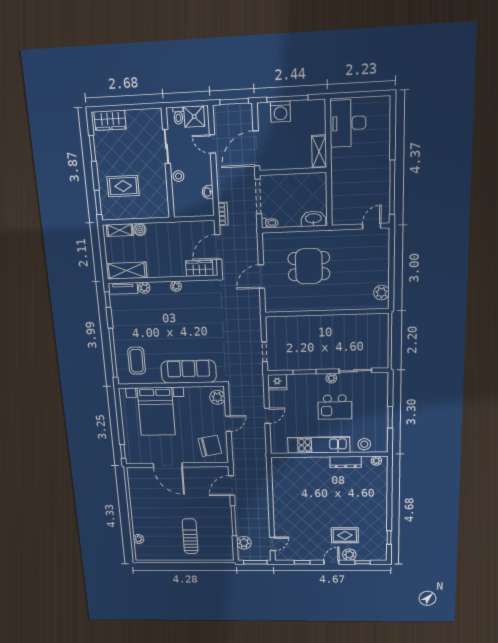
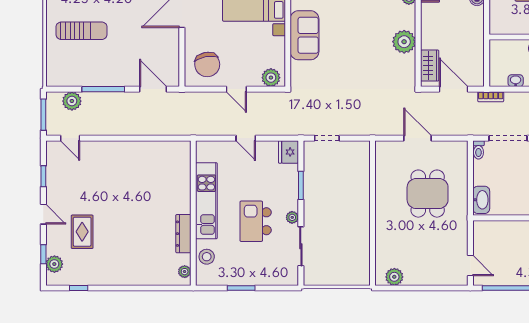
plant: (176, 286) -> (404, 42), width x1.87, depth x1.87
sofa: (189, 372) -> (305, 35), width x0.73
plant: (349, 555) -> (54, 264), moved

